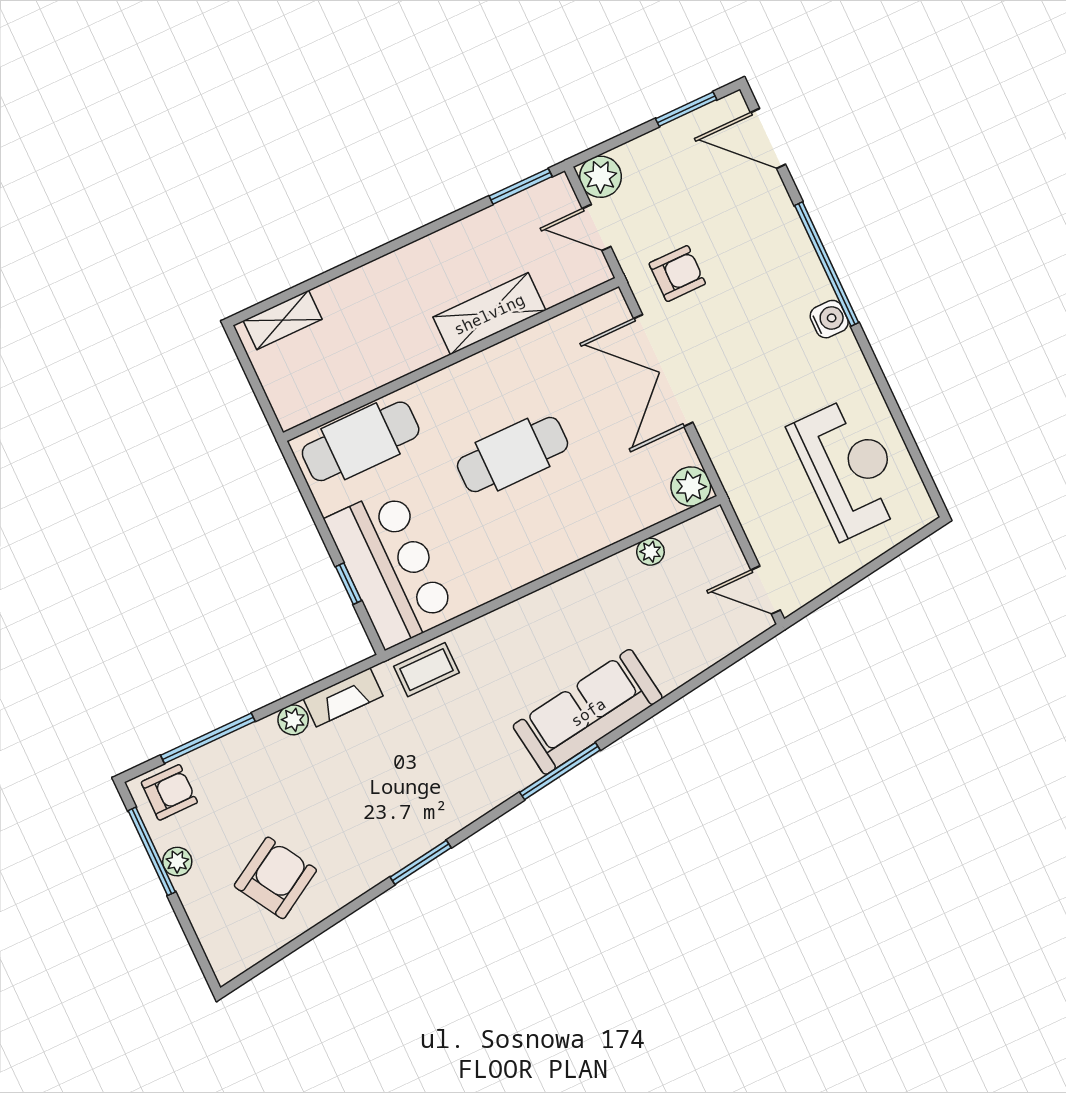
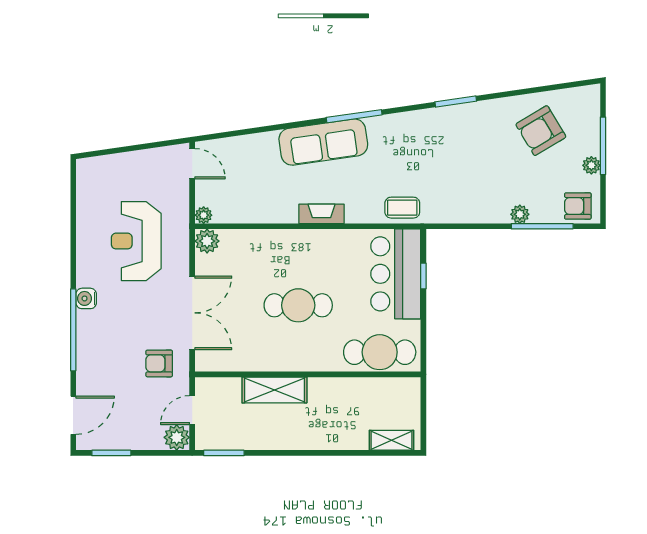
door: (768, 138) -> (73, 415), hinge flipped
door: (597, 228) -> (192, 410), swing flipped
reception desk: (849, 468) -> (136, 241), moved
plant: (650, 552) -> (204, 215), moved
fireplace: (343, 697) -> (322, 214), moved
plant: (293, 720) -> (520, 214), moved
window: (152, 851) -> (603, 146), moved

